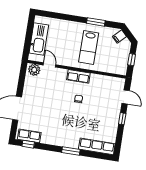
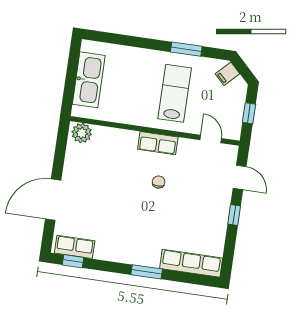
lab bench: (89, 47) -> (175, 93), turned 180
door: (50, 65) -> (211, 139), moved

